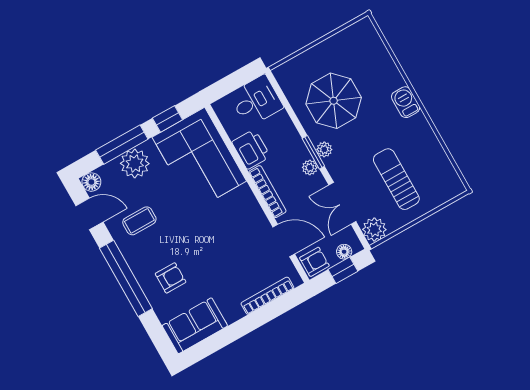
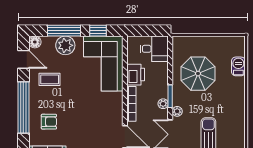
barbecue: (406, 102) -> (238, 66), moved
plant: (324, 149) -> (177, 111), moved

